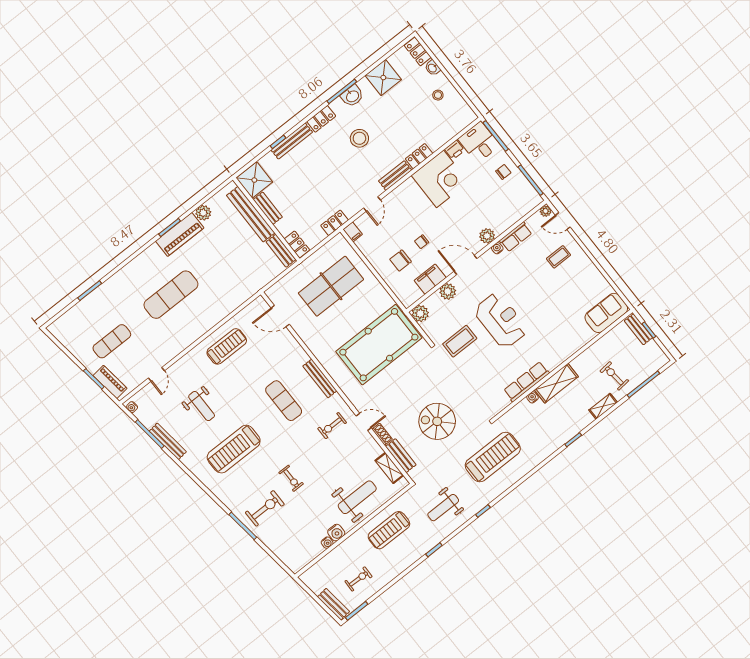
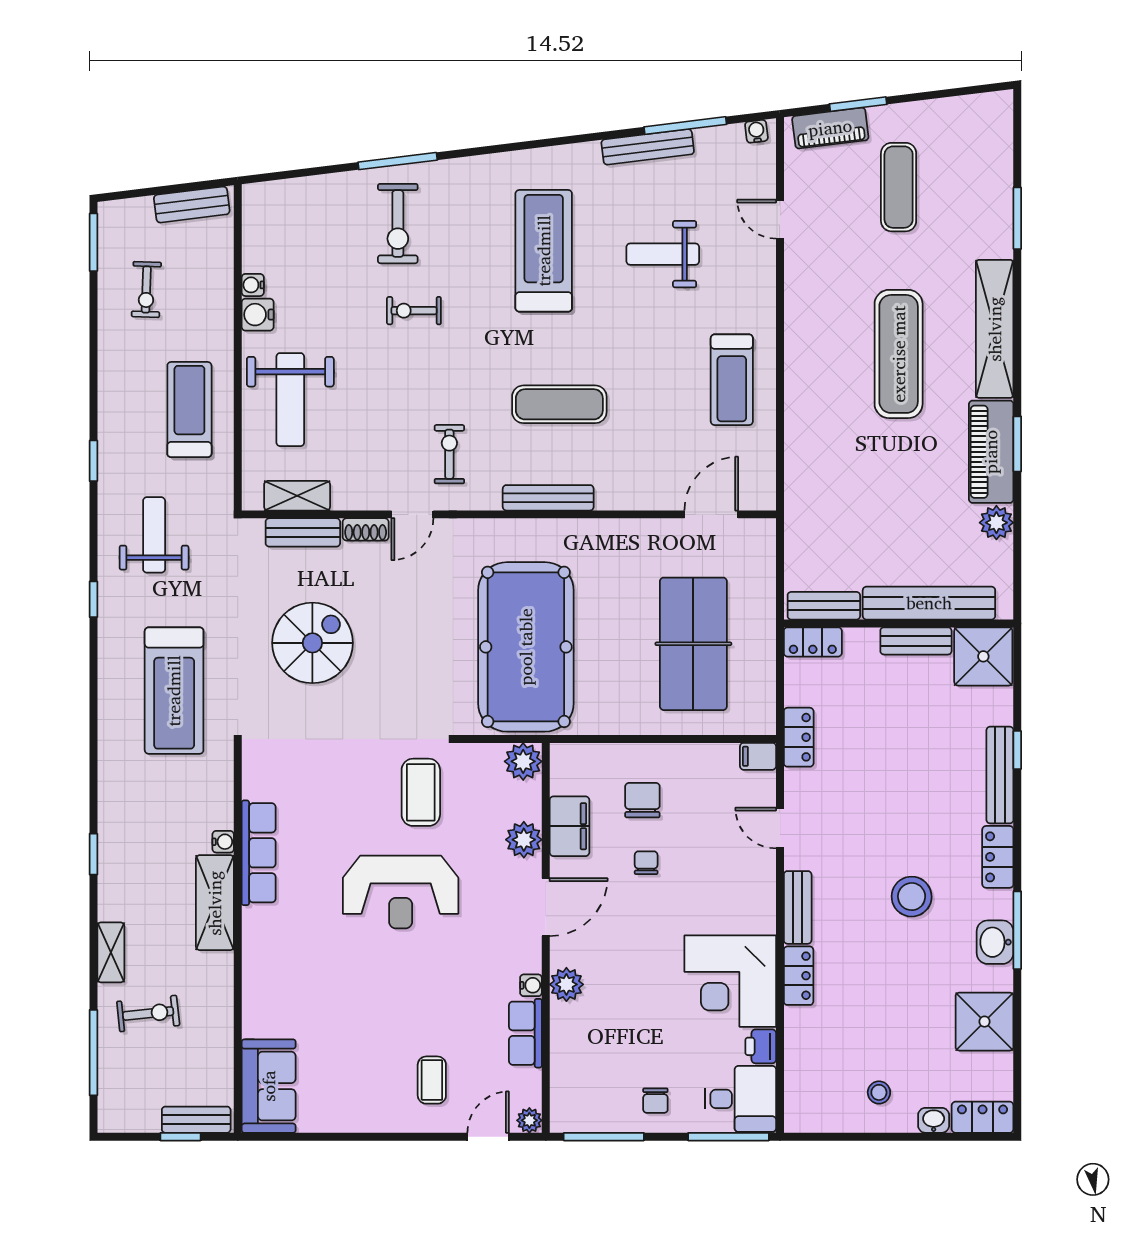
shelving: (135, 268) -> (995, 329), added
bench: (333, 604) -> (192, 205), moved

